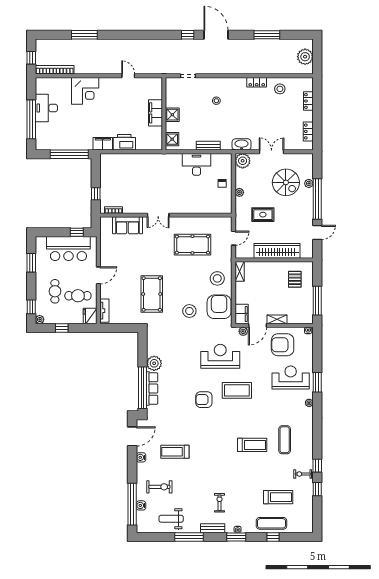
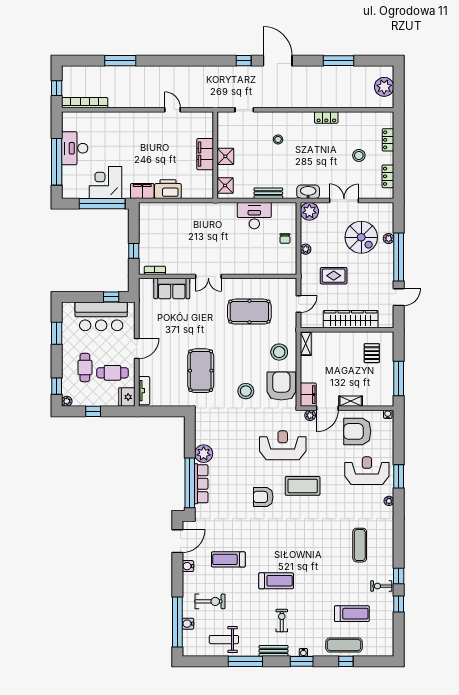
stool: (280, 89) -> (359, 155), moved
corner desk: (85, 91) -> (105, 182), moved, turned 180
treadmill: (252, 445) -> (276, 581), moved

